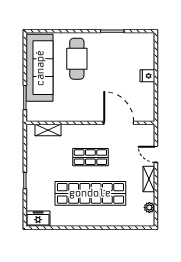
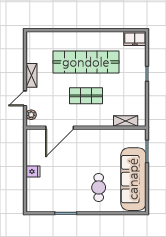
cafe table: (77, 59) -> (99, 187), width x0.73, depth x0.74
door: (119, 123) -> (60, 128), hinge flipped
door: (156, 154) -> (25, 98), swing flipped
plant: (149, 208) -> (31, 115), moved

